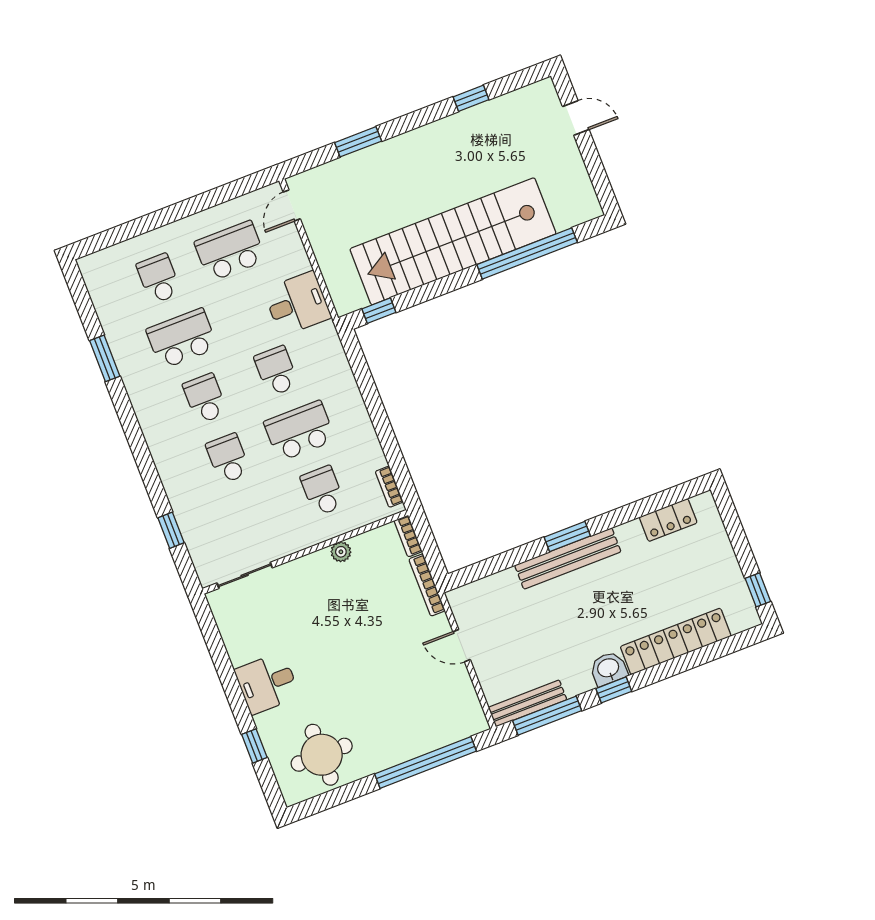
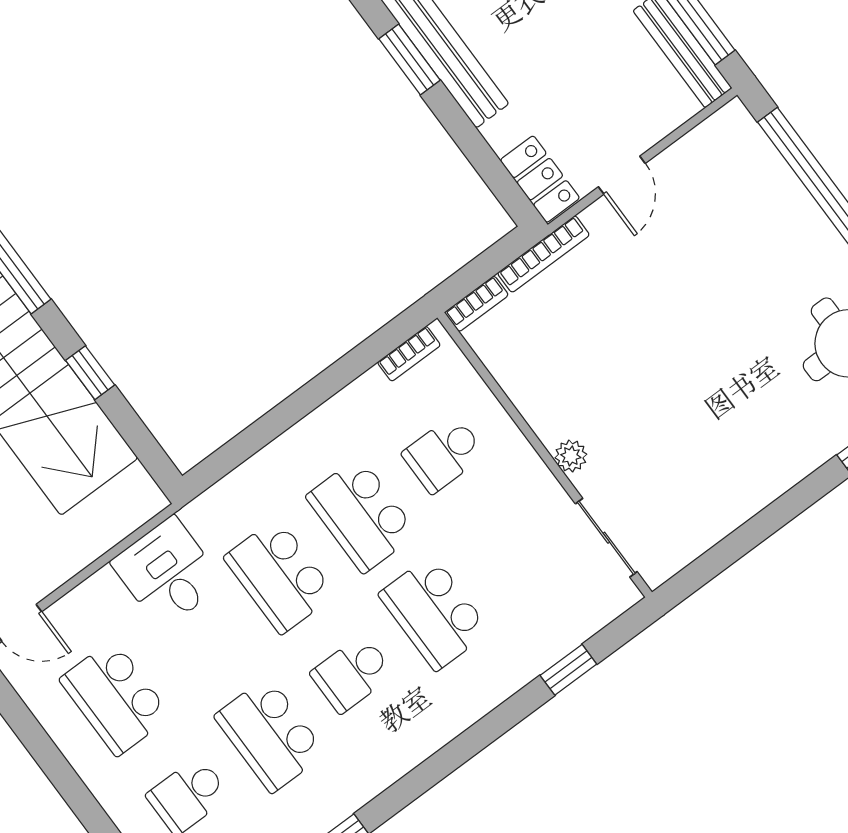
window: (379, 311) -> (90, 373), moved
school desk: (276, 371) -> (279, 576), width x1.85
school desk: (228, 458) -> (434, 613), width x1.85
plant: (341, 552) -> (571, 456), moved
locker: (473, 595) -> (540, 179), added
desk: (267, 683) -> (762, 457), removed

